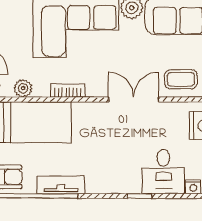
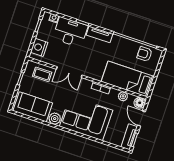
desk: (163, 172) -> (70, 32), width x1.37
tv unit: (61, 185) -> (99, 34), moved

